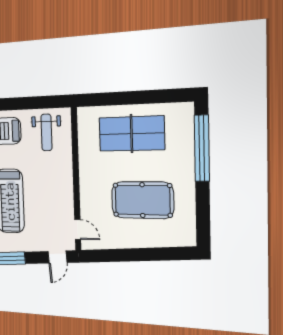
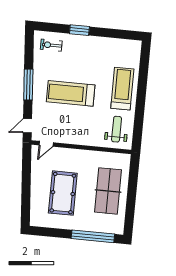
weight bench: (46, 132) -> (117, 129), turned 90
door: (57, 257) -> (27, 126), hinge flipped

